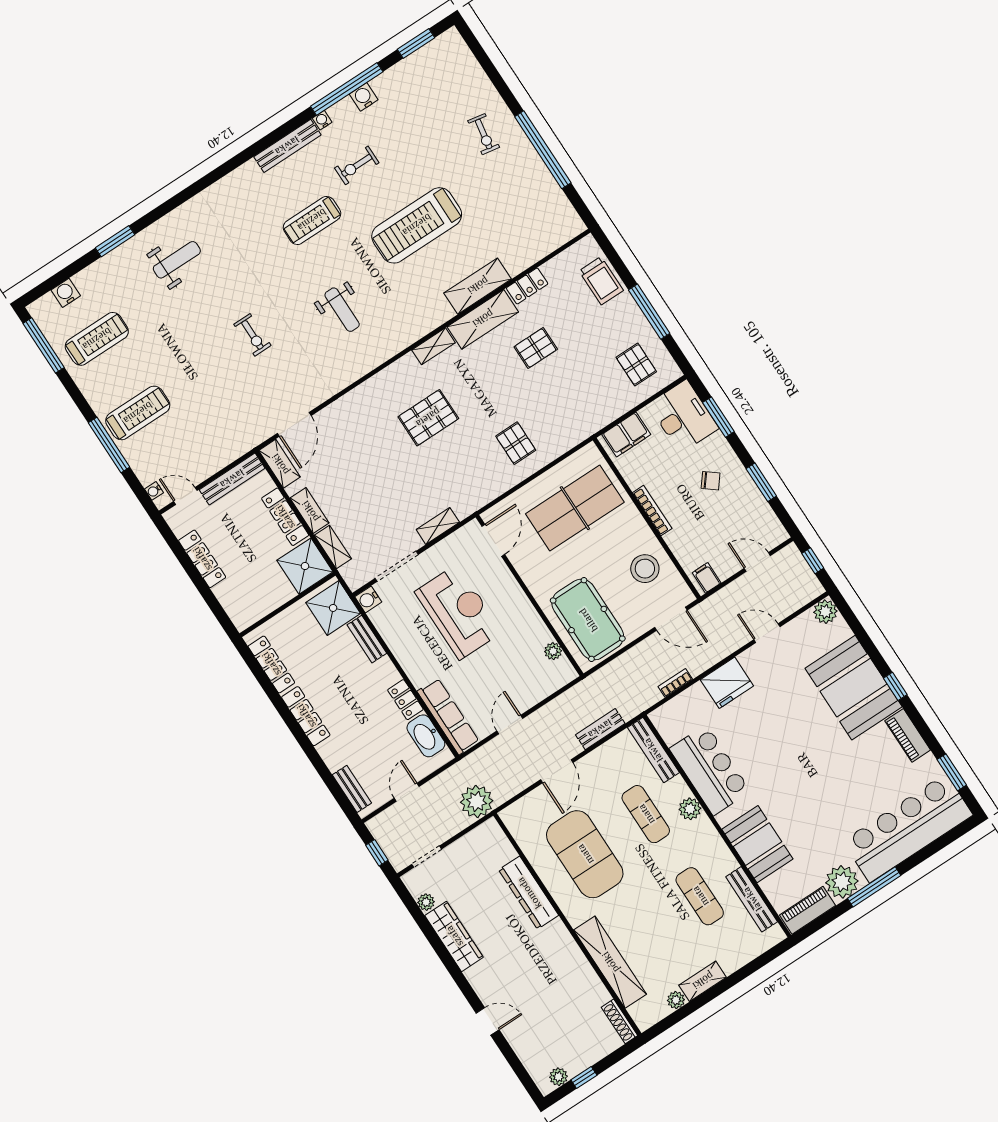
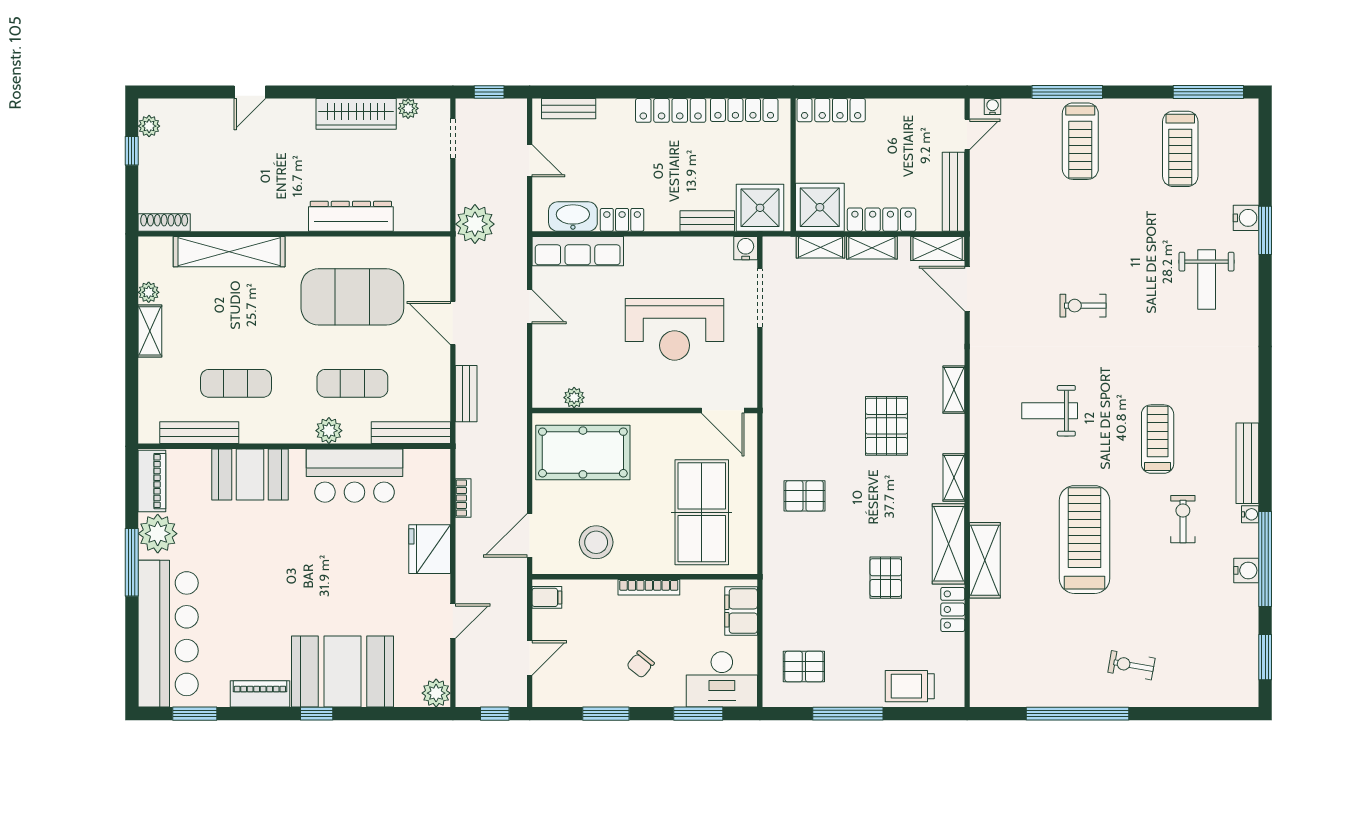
water cooler: (66, 293) -> (1246, 218), moved
shelving: (438, 526) -> (954, 390), moved
locker: (202, 559) -> (831, 110), moved

